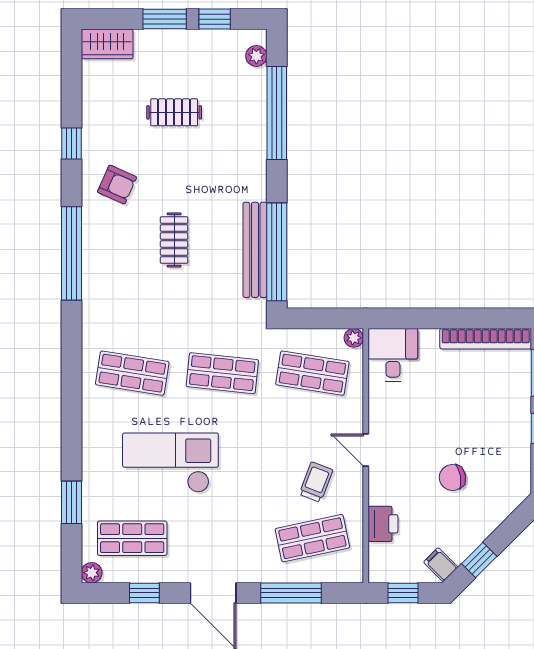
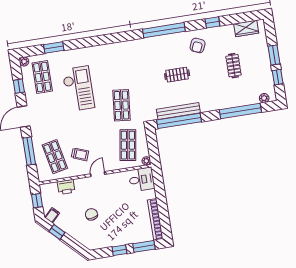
wardrobe: (107, 44) -> (246, 28), moved, turned -90
shop shelf: (132, 373) -> (115, 65), removed

